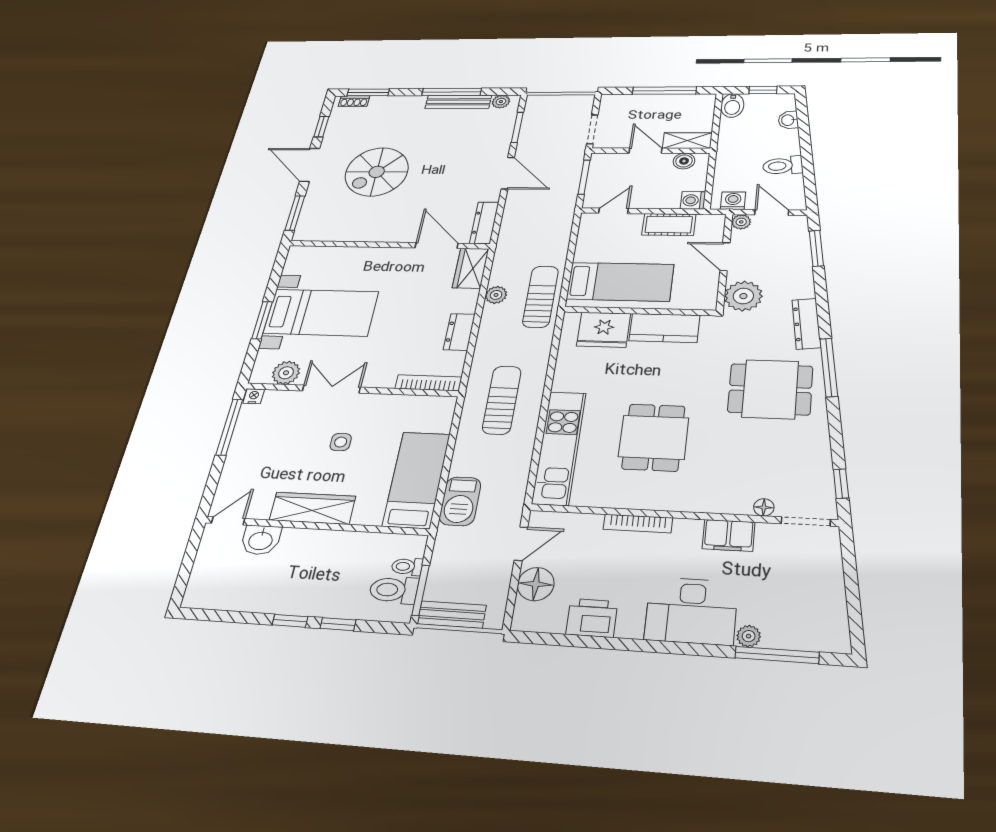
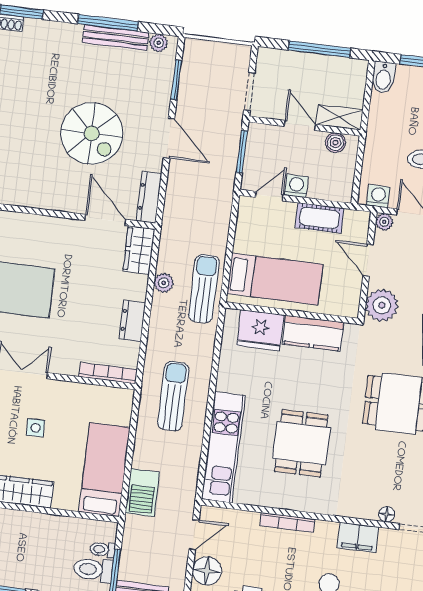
spiral stairs: (377, 172) -> (92, 133), moved, turned -90
washing machine: (693, 200) -> (296, 186), moved, turned 90

